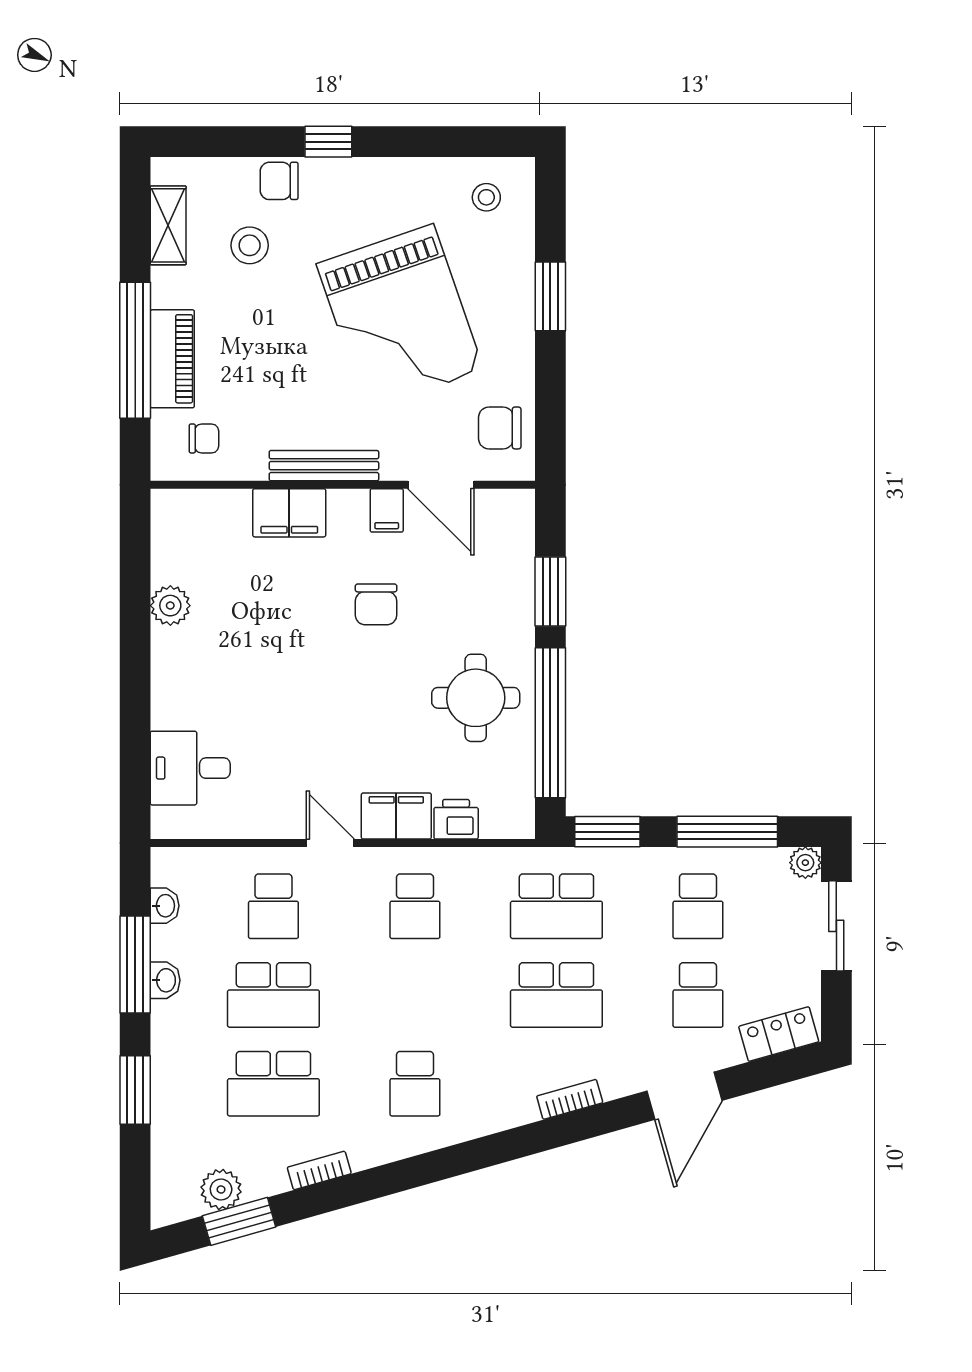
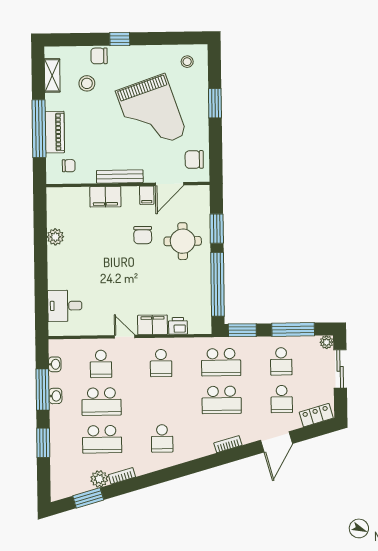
door: (441, 485) -> (170, 184), hinge flipped
round table: (476, 698) -> (183, 241), moved
plant: (221, 1190) -> (99, 479), moved

